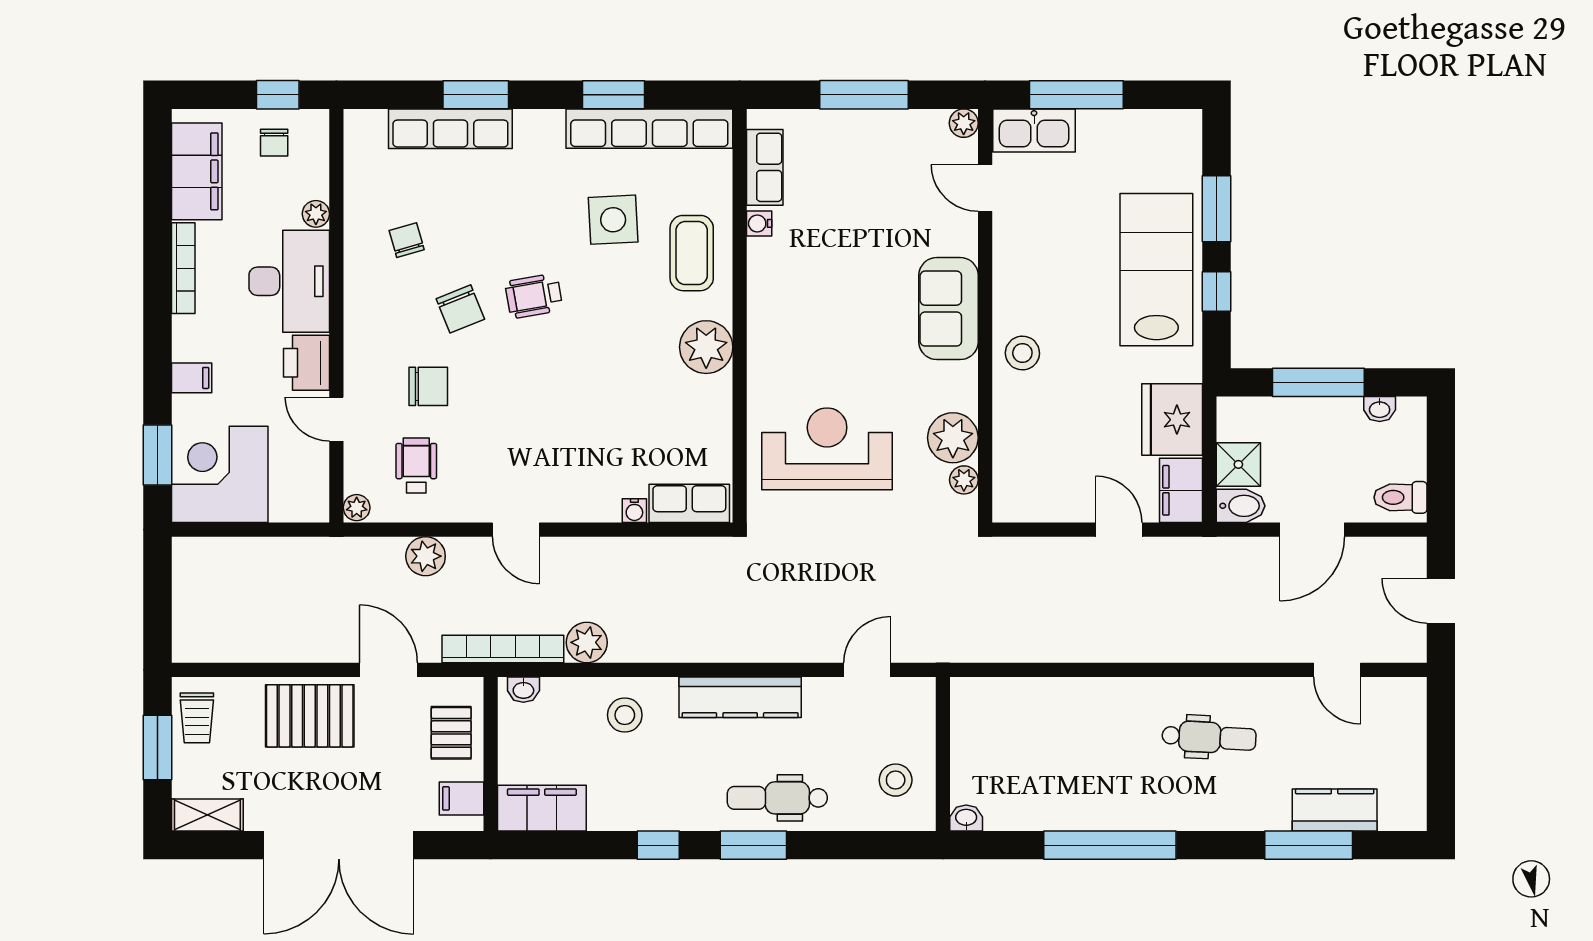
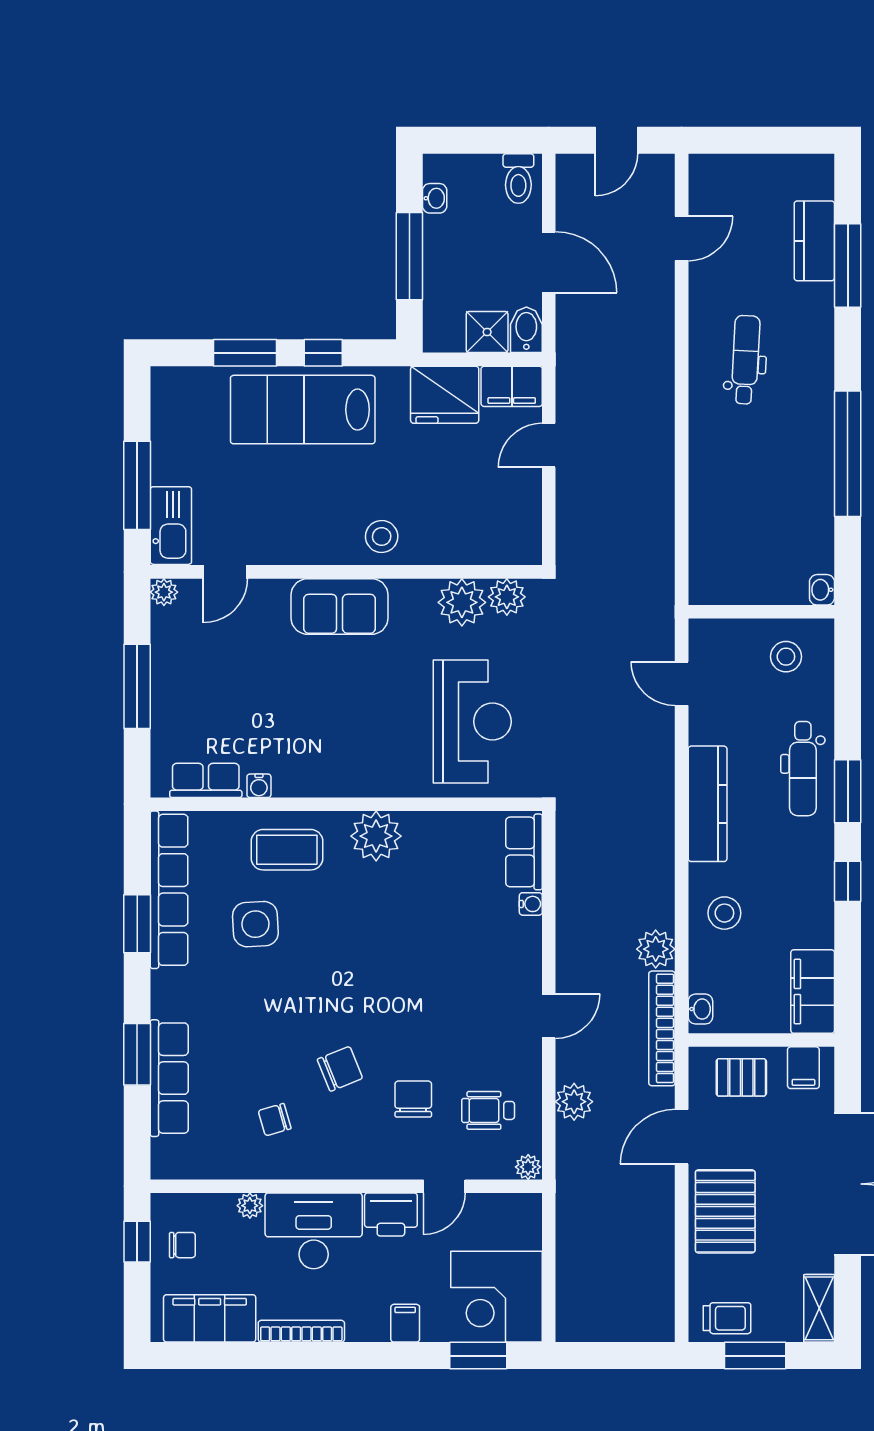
wheelchair: (534, 296) -> (327, 999), removed
reception desk: (827, 449) -> (472, 722), turned 180
plant: (964, 480) -> (507, 597), width x1.38, depth x1.38

